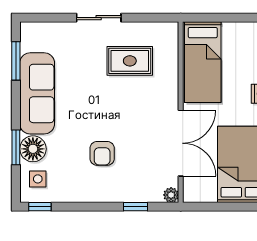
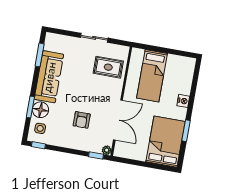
wall: (181, 112) -> (121, 101), moved
double door: (181, 143) -> (118, 120), moved
plant: (171, 195) -> (107, 150), moved

